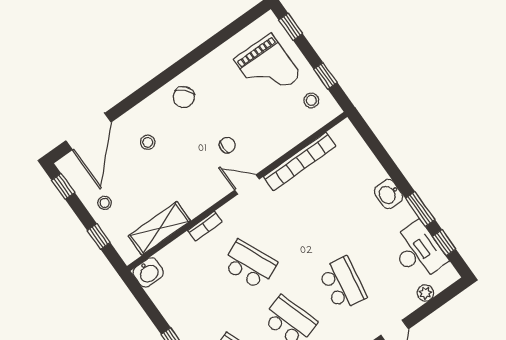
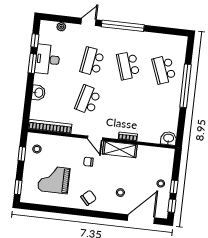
grand piano: (268, 68) -> (54, 180), moved, turned -90
bookcase: (300, 161) -> (50, 126), moved
washbasin: (389, 194) -> (38, 93), moved
shelving: (159, 228) -> (120, 149), moved
window: (99, 236) -> (174, 187), moved
desk: (418, 251) -> (47, 59), moved
school desk: (250, 265) -> (88, 100), moved, turned 39

